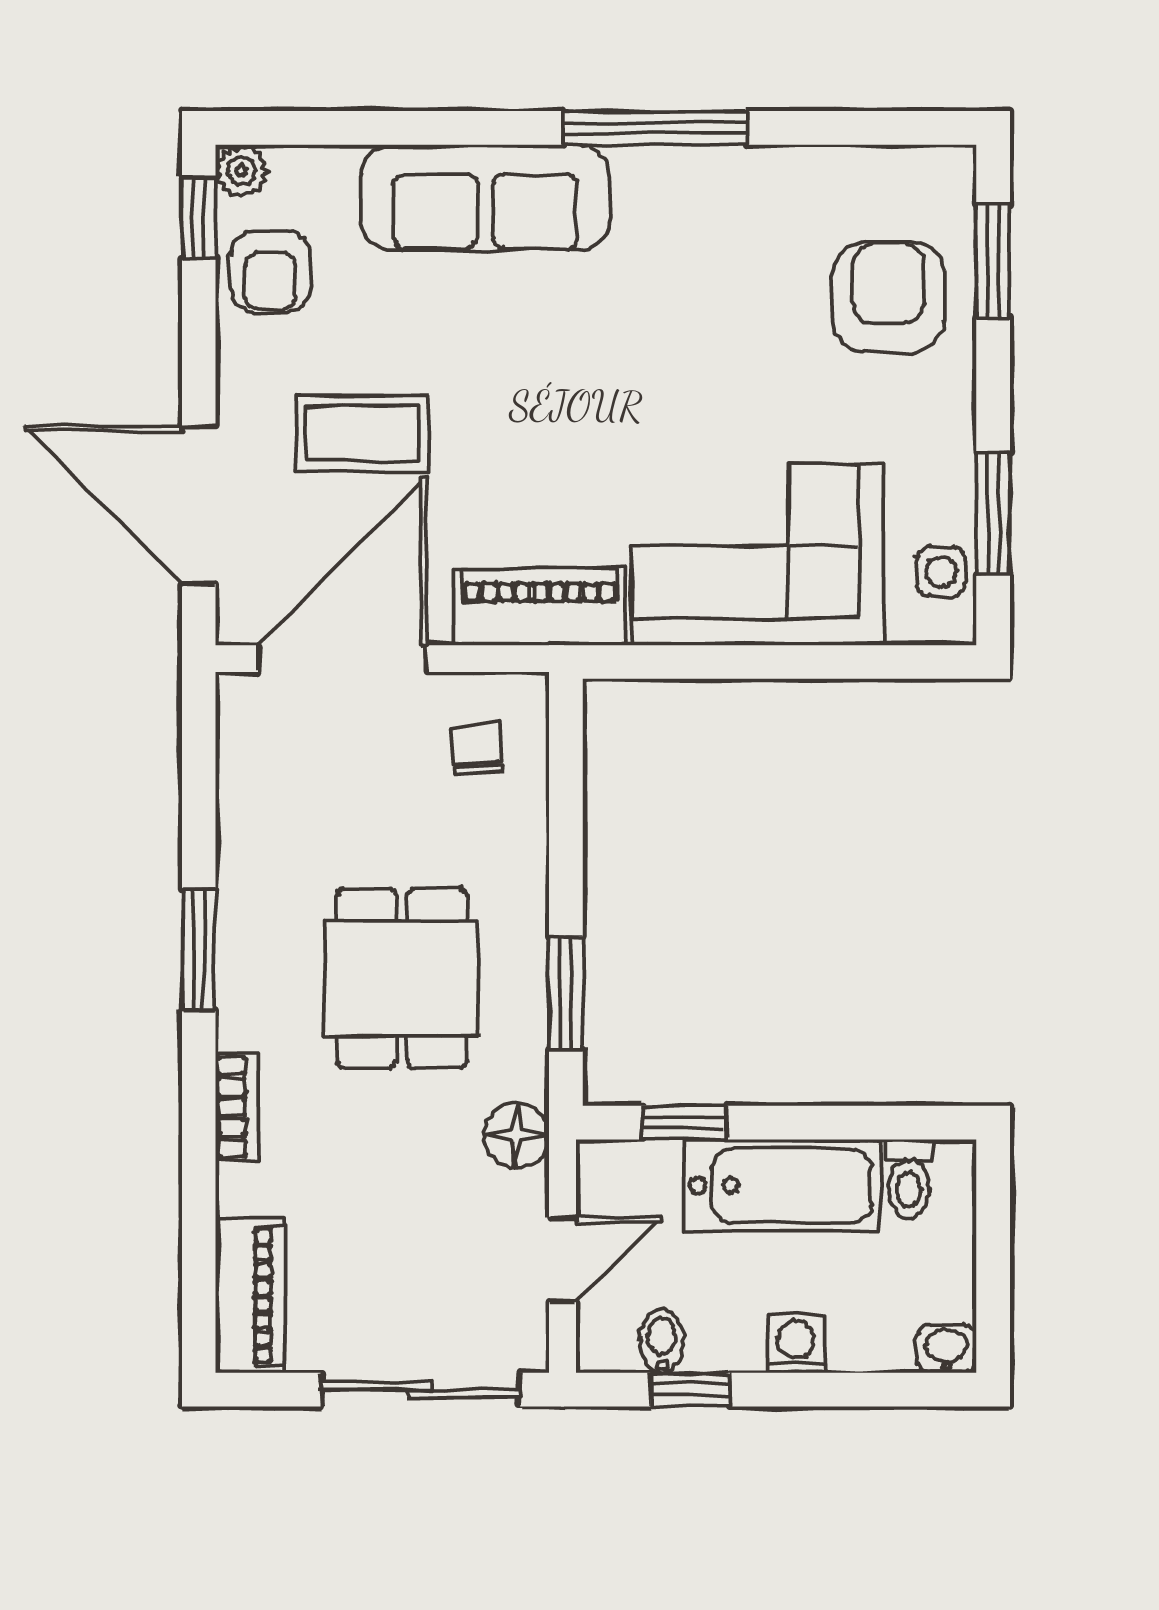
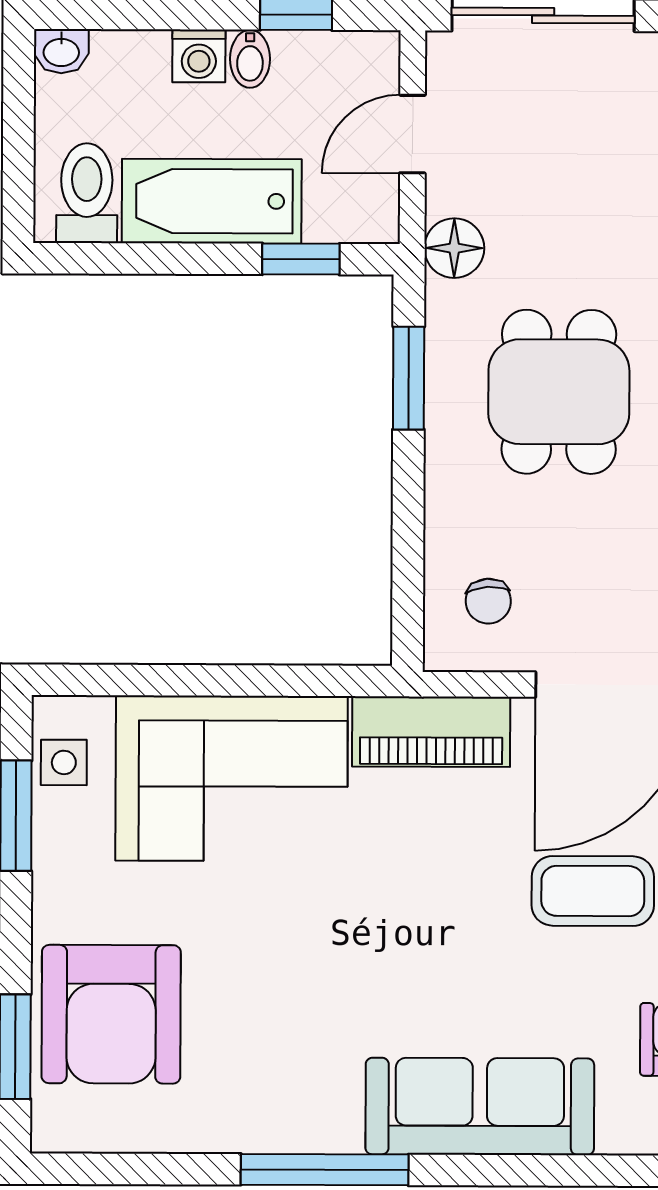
armchair: (888, 297) -> (111, 1014), width x1.36, depth x1.36
toilet: (909, 1179) -> (87, 193), width x1.37, depth x1.39
bidet: (662, 1341) -> (250, 59), moved

